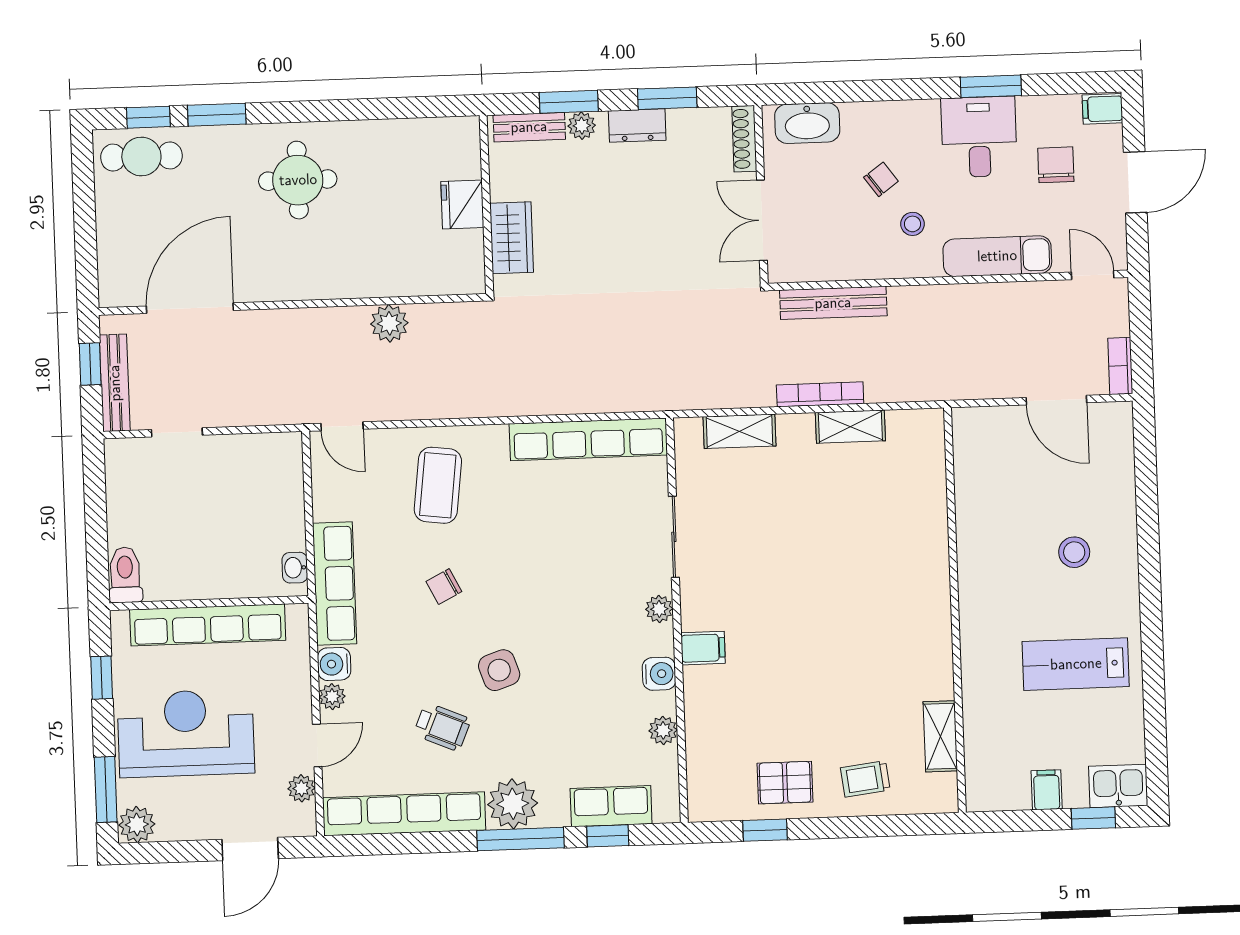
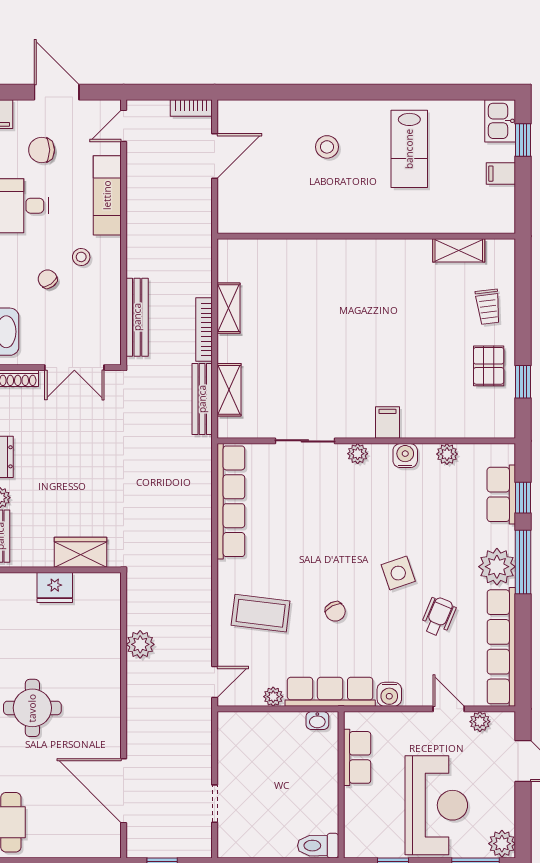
bench: (115, 383) -> (202, 399), moved, turned 90
row of seats: (208, 625) -> (357, 757), width x0.50
plant: (332, 697) -> (273, 697), moved
reception desk: (186, 733) -> (436, 805), turned 180

